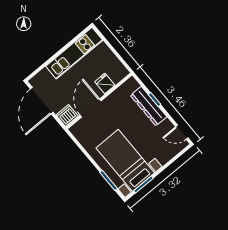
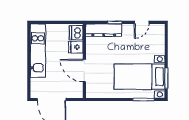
dresser: (149, 106) -> (104, 30), moved
dishwasher: (67, 115) -> (76, 33), moved
door: (182, 132) -> (142, 22), moved

